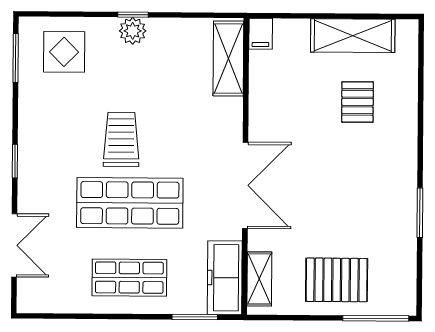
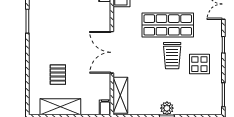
display table: (64, 52) -> (199, 64), moved
double door: (245, 185) -> (112, 52), moved

